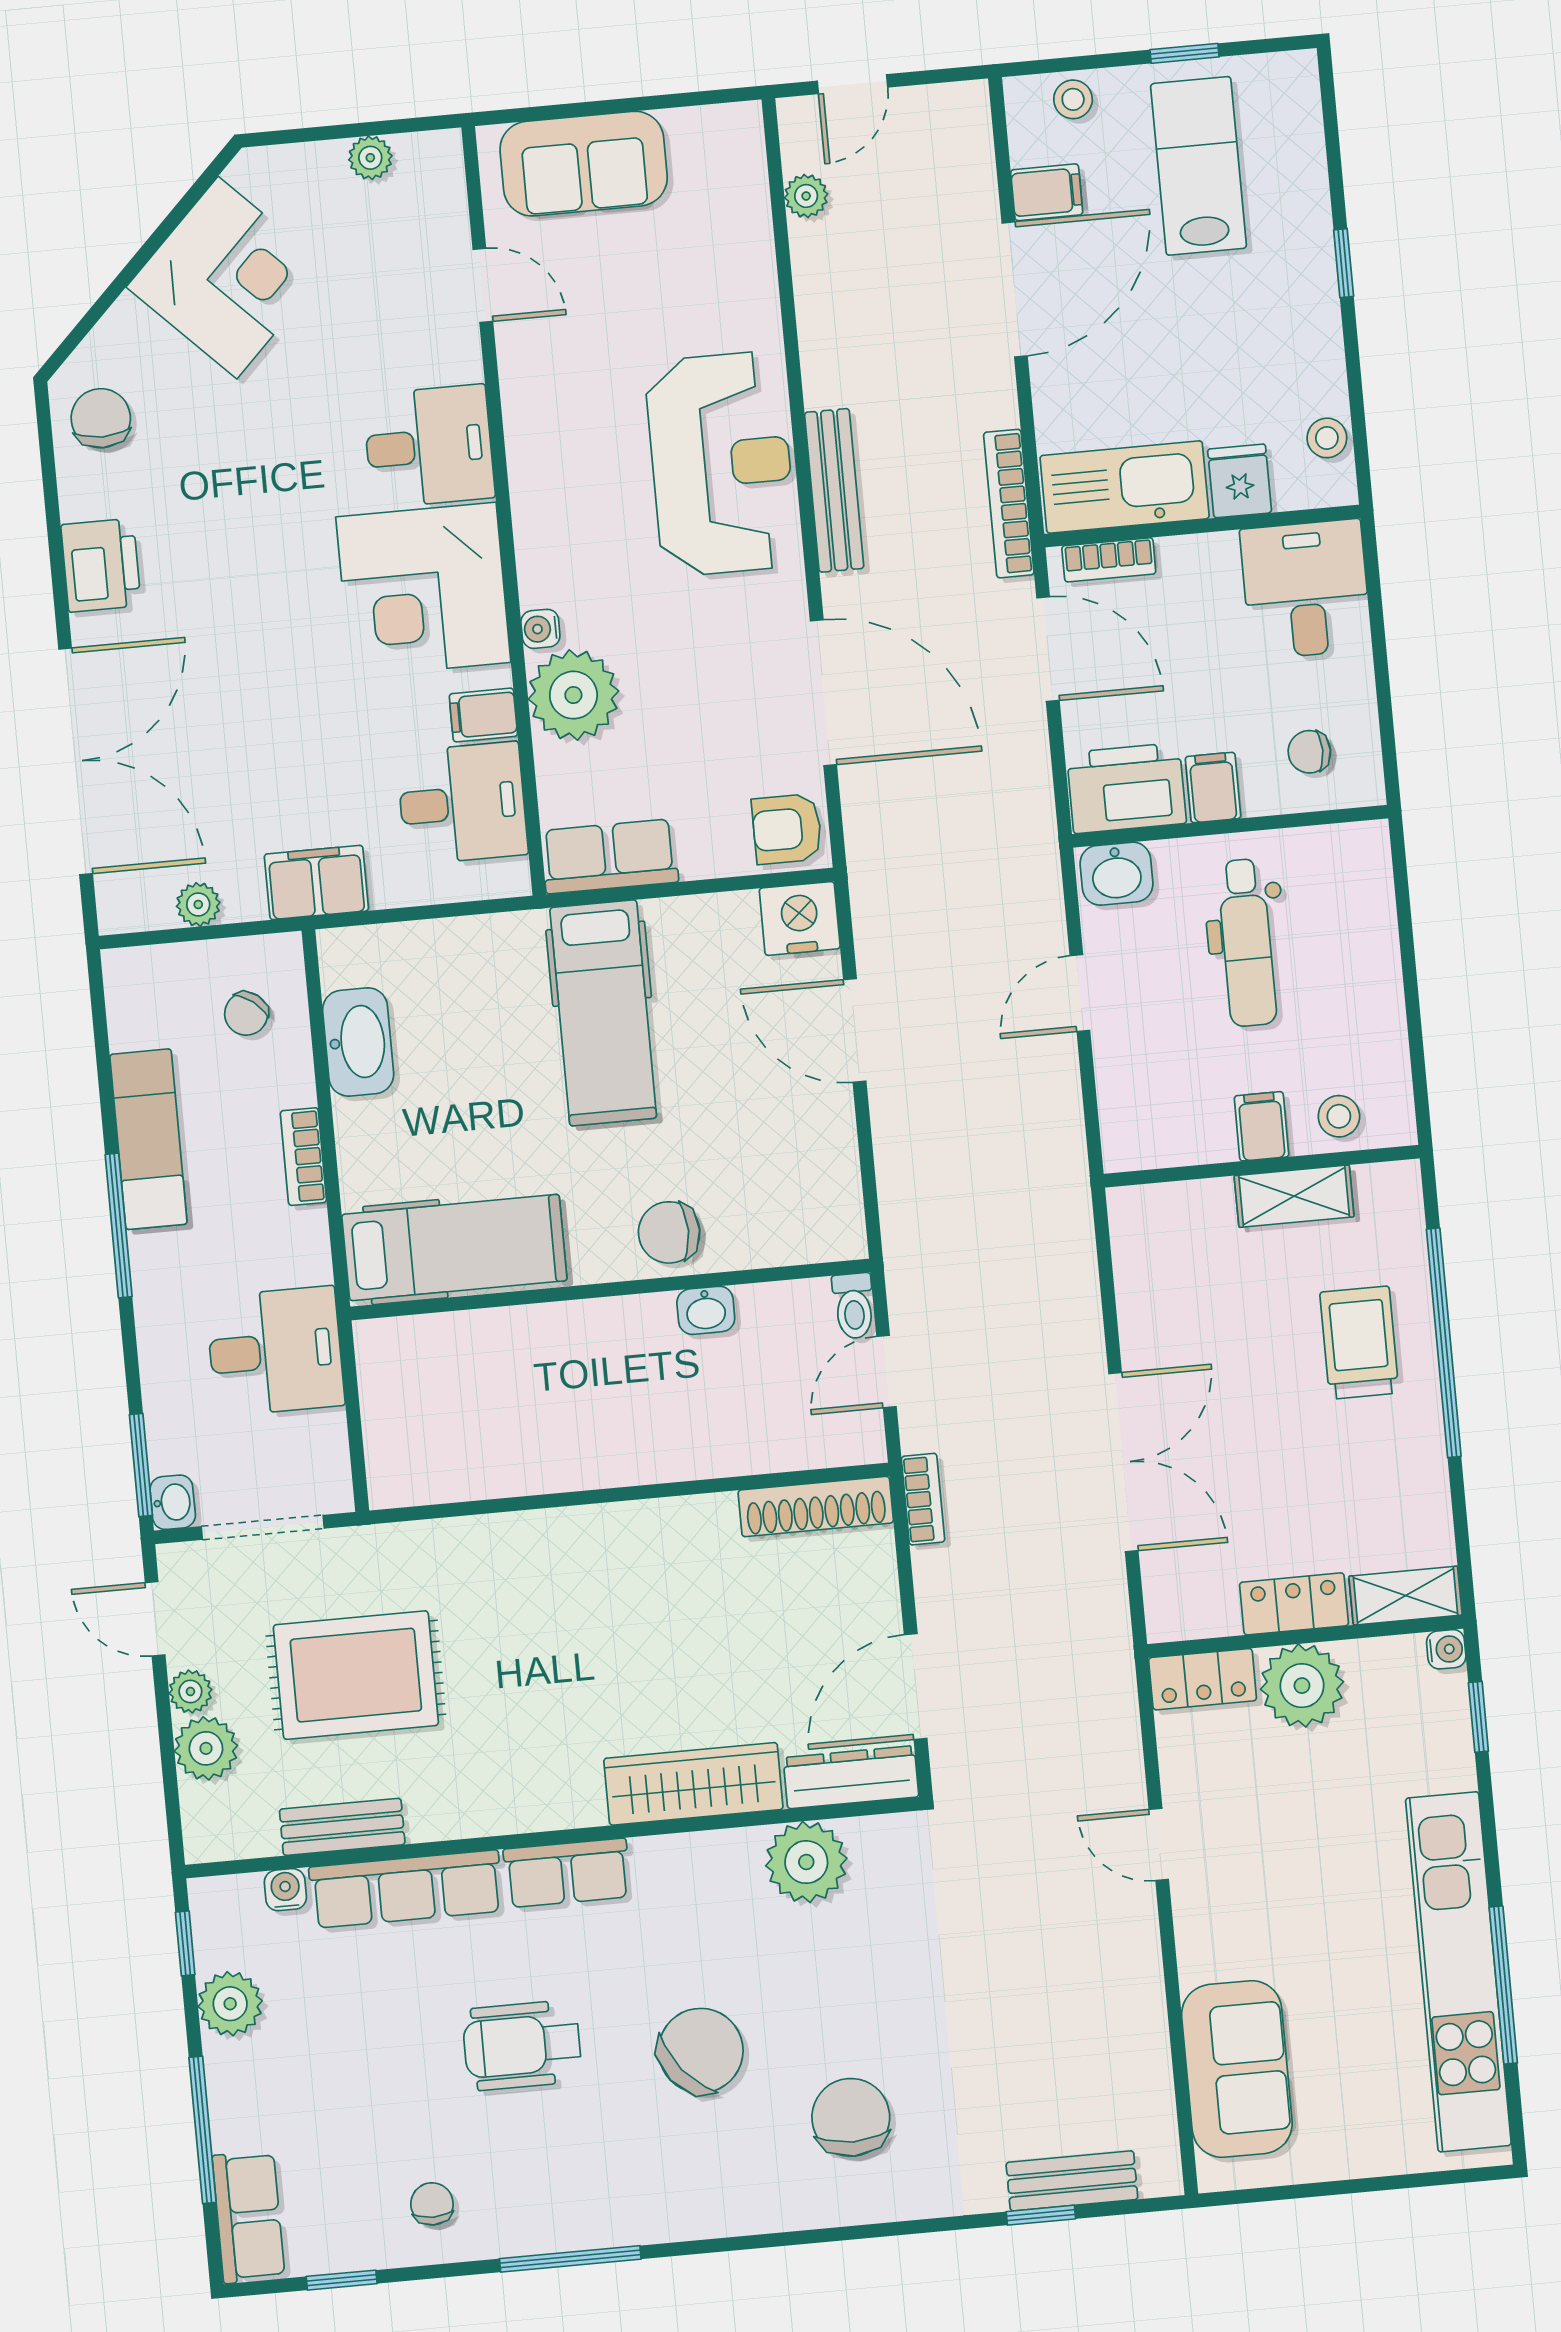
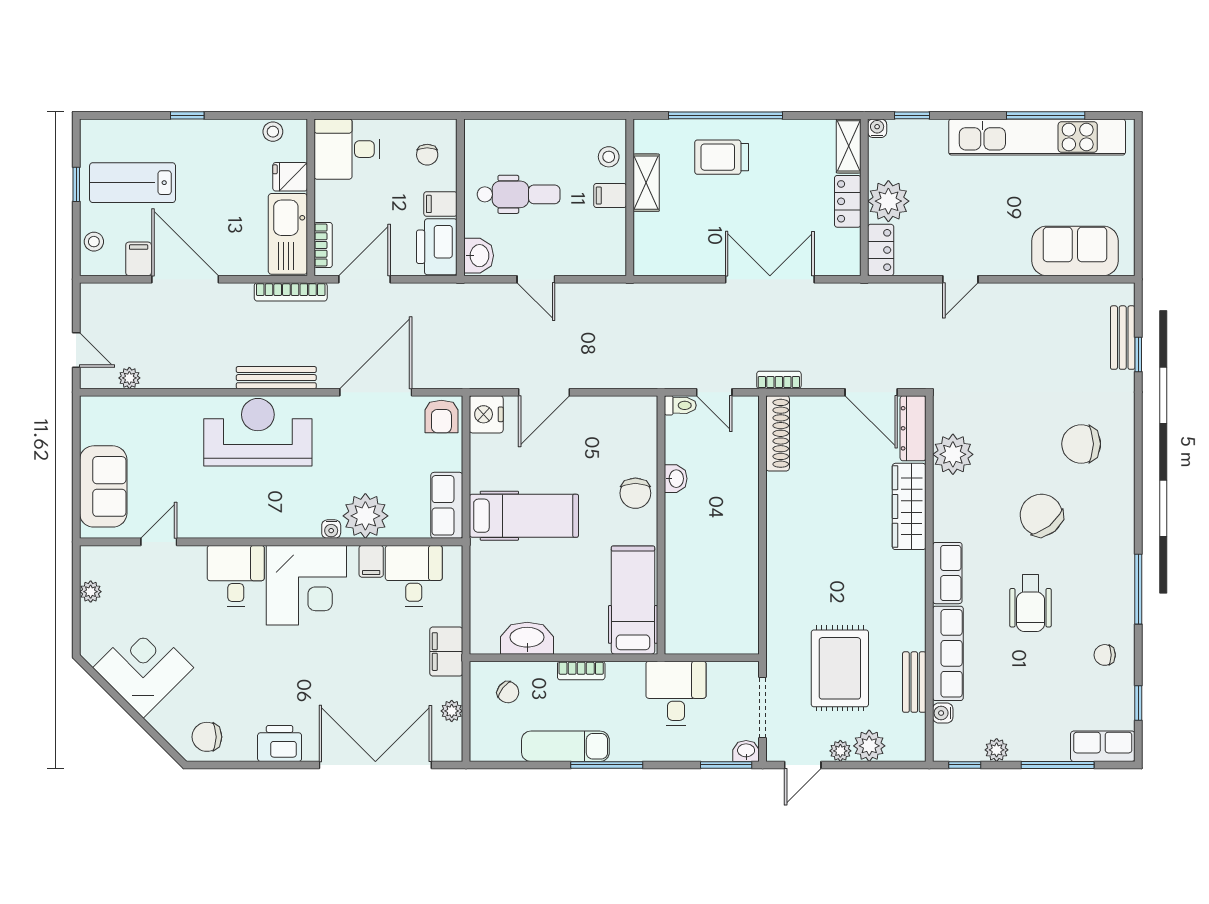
plant: (230, 2004) -> (997, 750), width x0.73, depth x0.73

